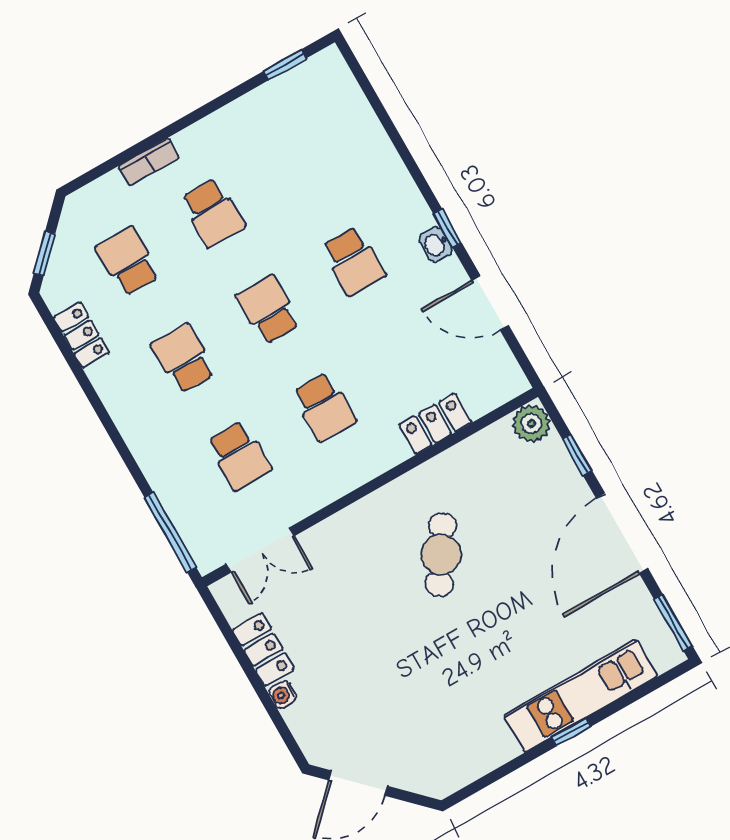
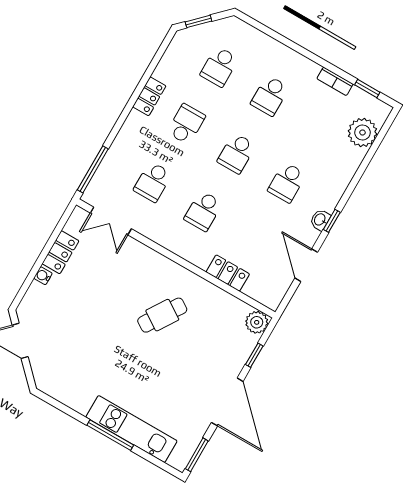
plant: (345, 109) -> (362, 132), added
bookcase: (149, 162) -> (335, 81), moved
school desk: (128, 261) -> (219, 67), turned 180
school desk: (268, 310) -> (236, 153), turned 180
locker: (81, 335) -> (149, 96), moved
door: (622, 534) -> (227, 402), swing flipped
window: (571, 732) -> (110, 435), width x2.17

